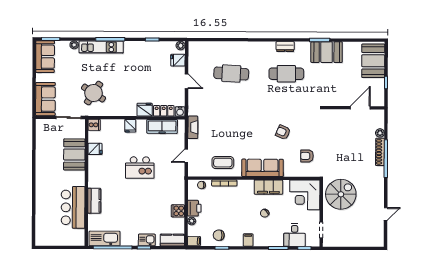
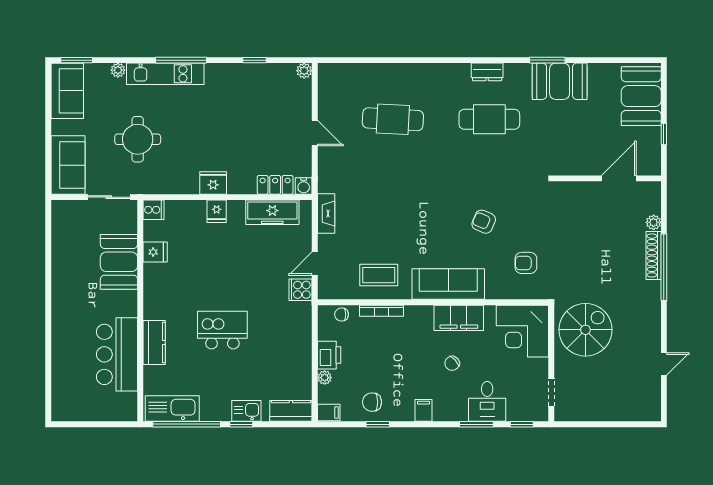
fridge: (178, 60) -> (300, 96), removed
round table: (94, 93) -> (138, 139), moved, turned -33
fridge: (145, 110) -> (213, 183), moved
kitchen island: (140, 168) -> (222, 330), moved, turned 180
cooker: (178, 211) -> (301, 290), moved
desk: (295, 235) -> (487, 401), moved

